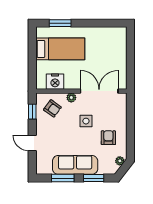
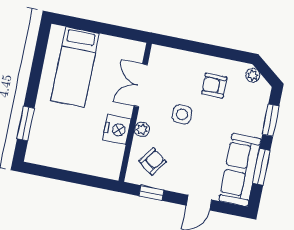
bed: (60, 49) -> (75, 67), moved, turned 180
nightstand: (55, 82) -> (117, 130), moved
double door: (99, 91) -> (141, 85), width x0.73
sofa: (75, 165) -> (240, 170), moved

